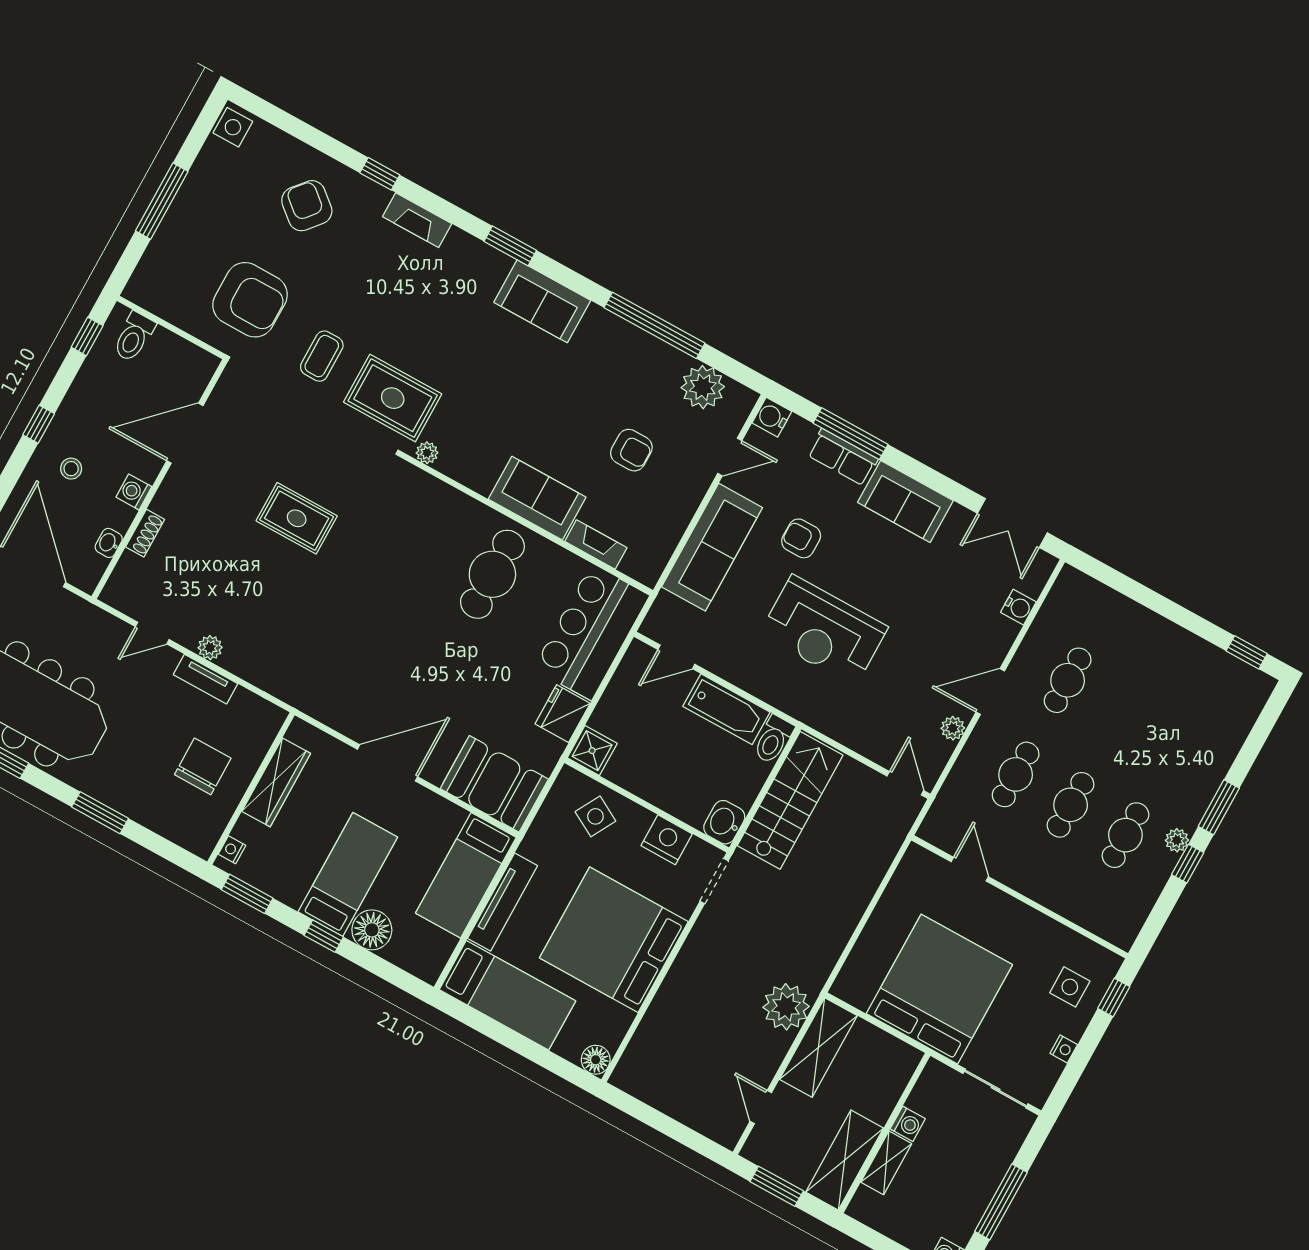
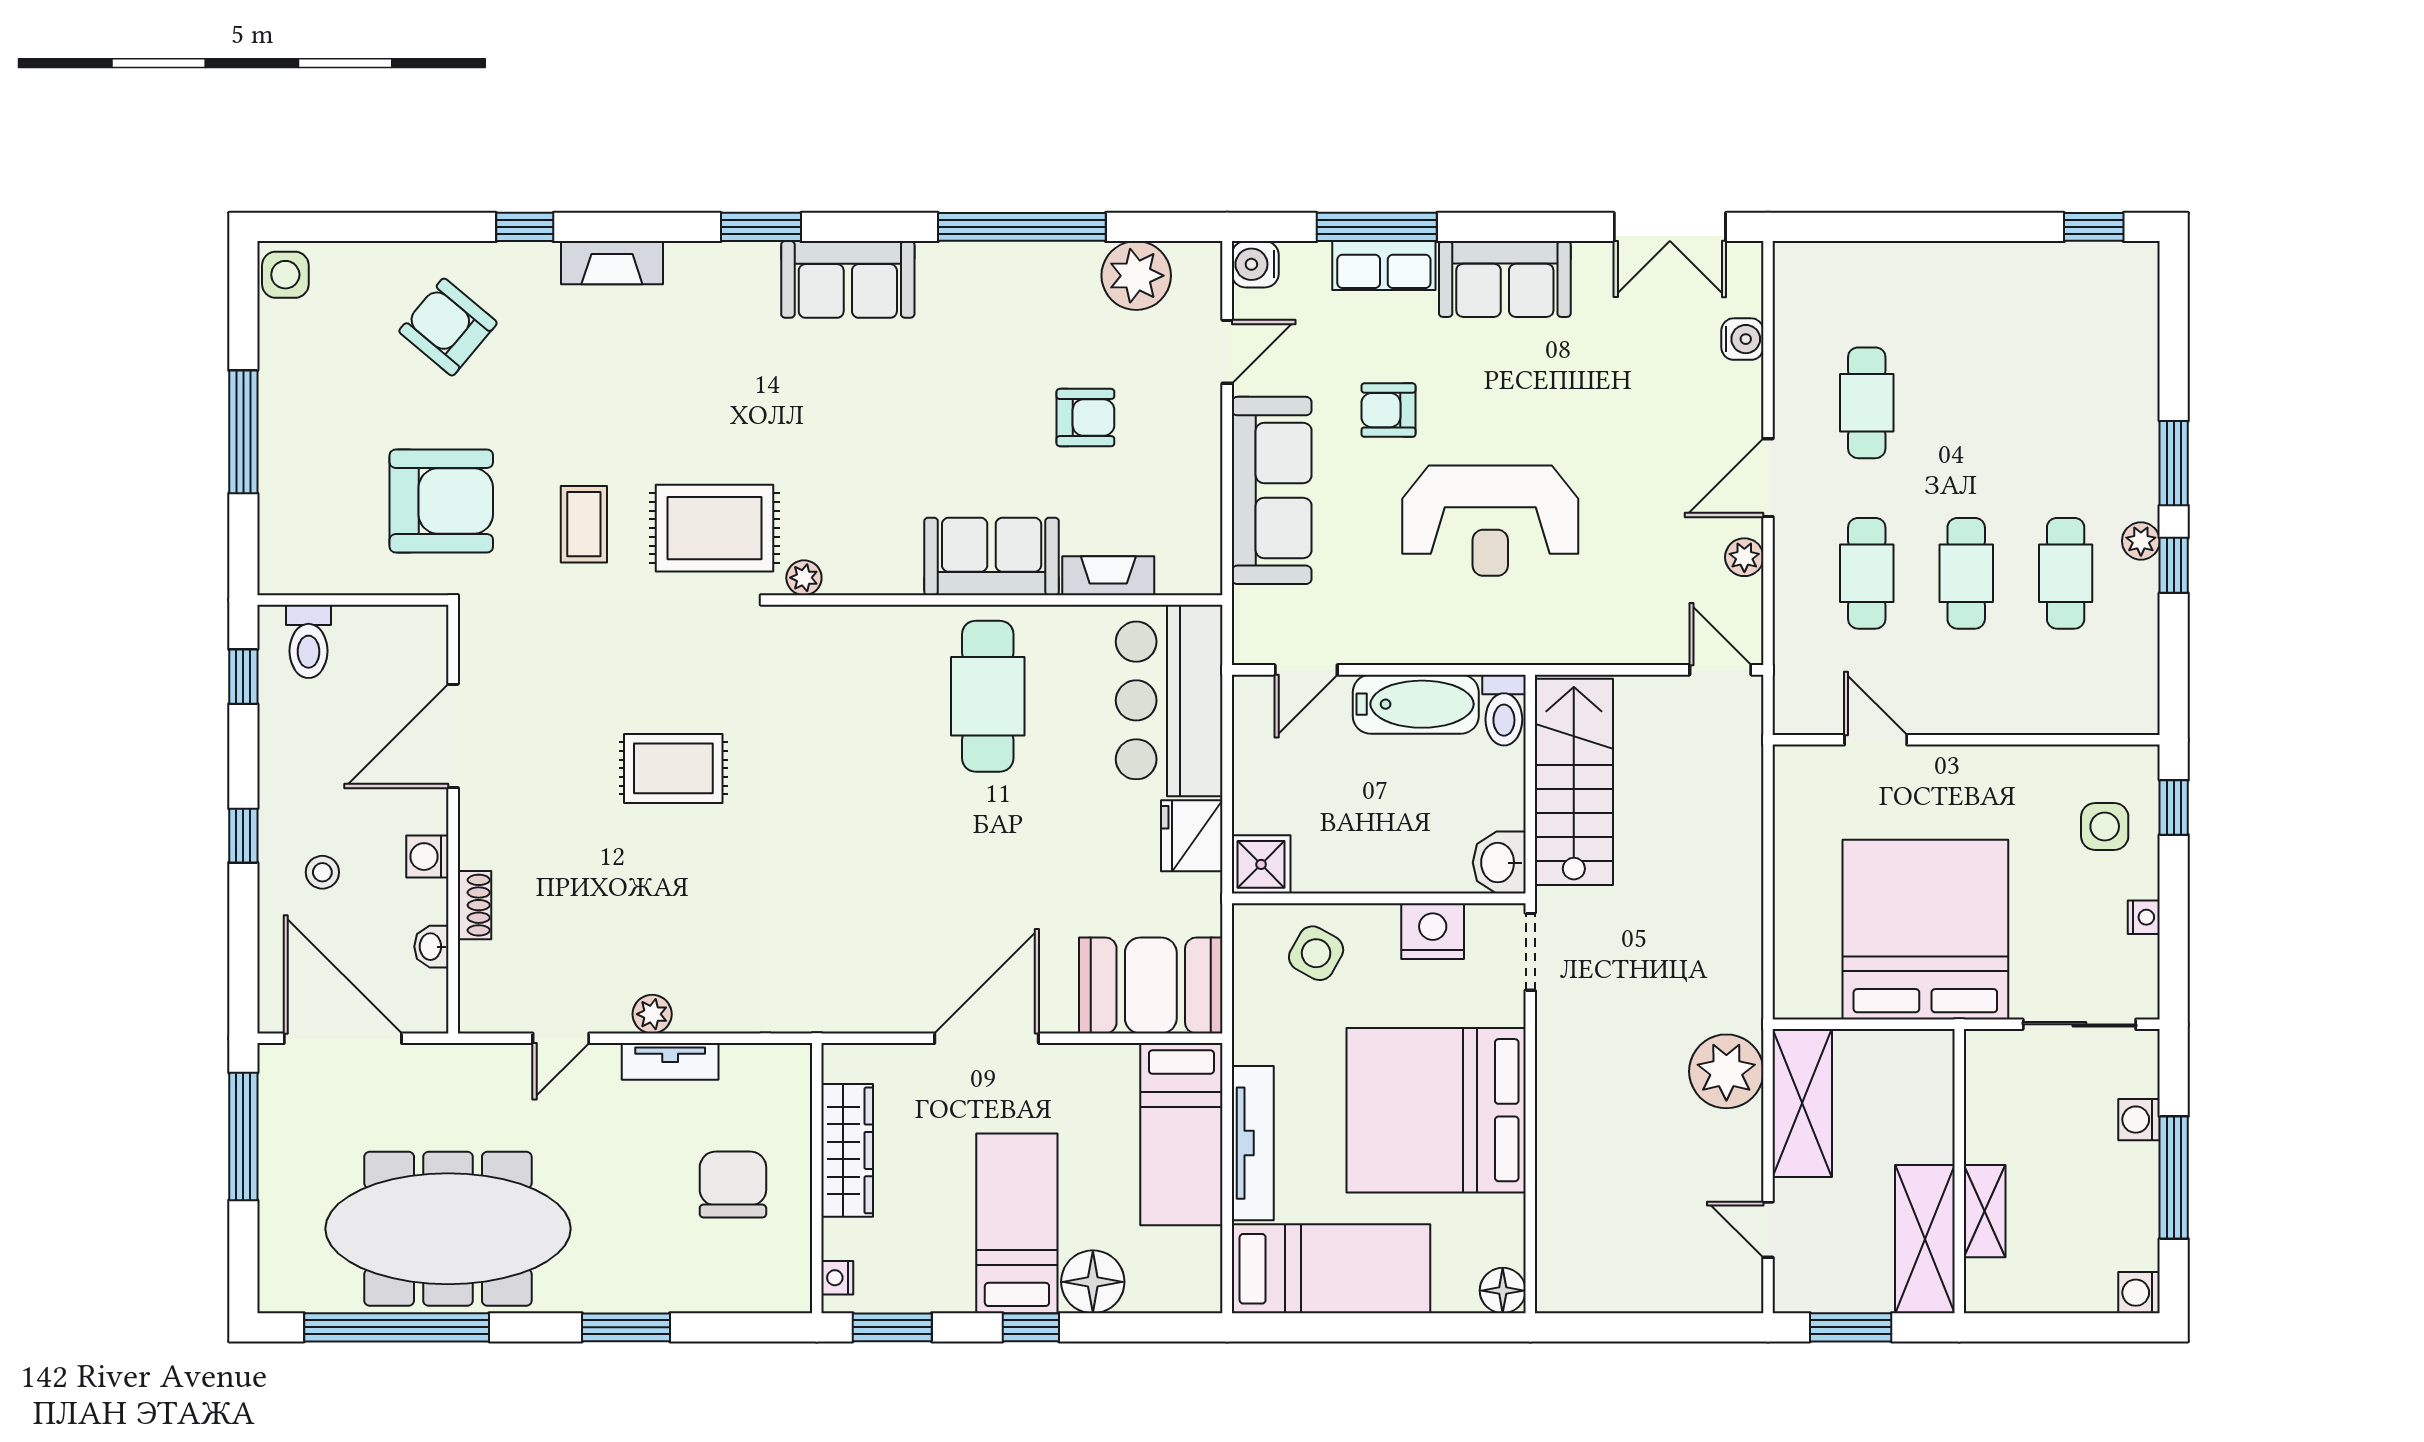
washing machine: (908, 1124) -> (2139, 1120), moved, turned 180

